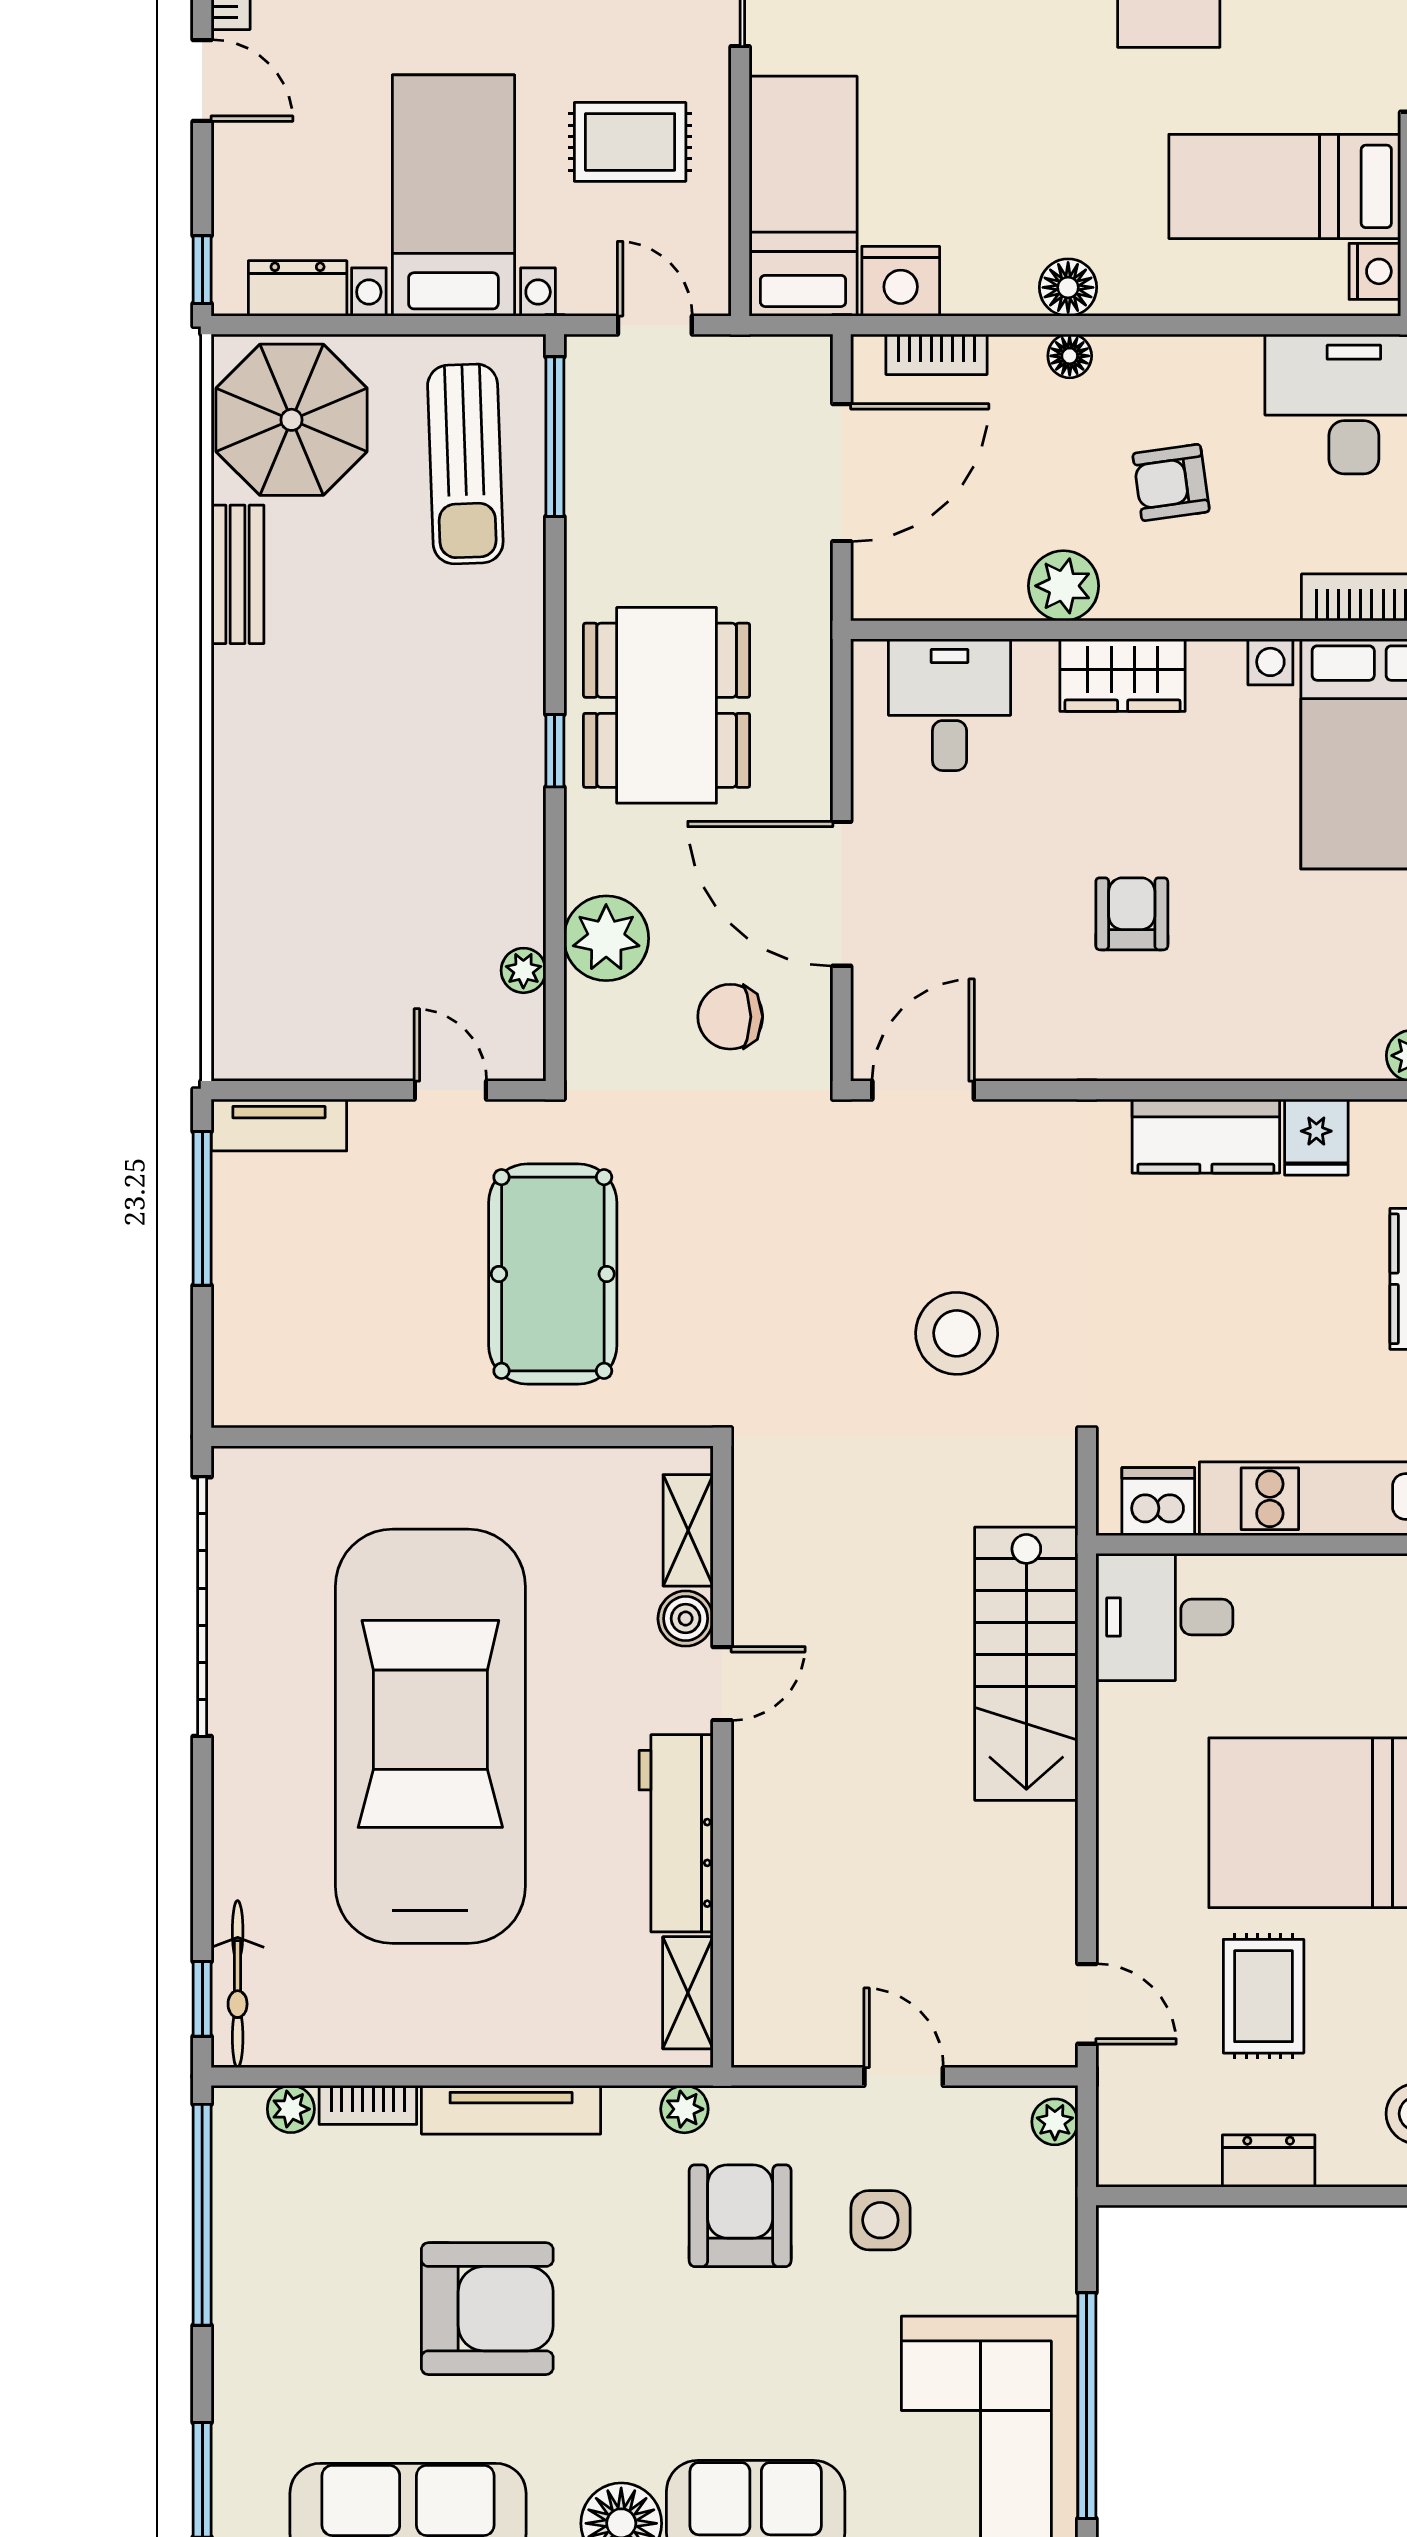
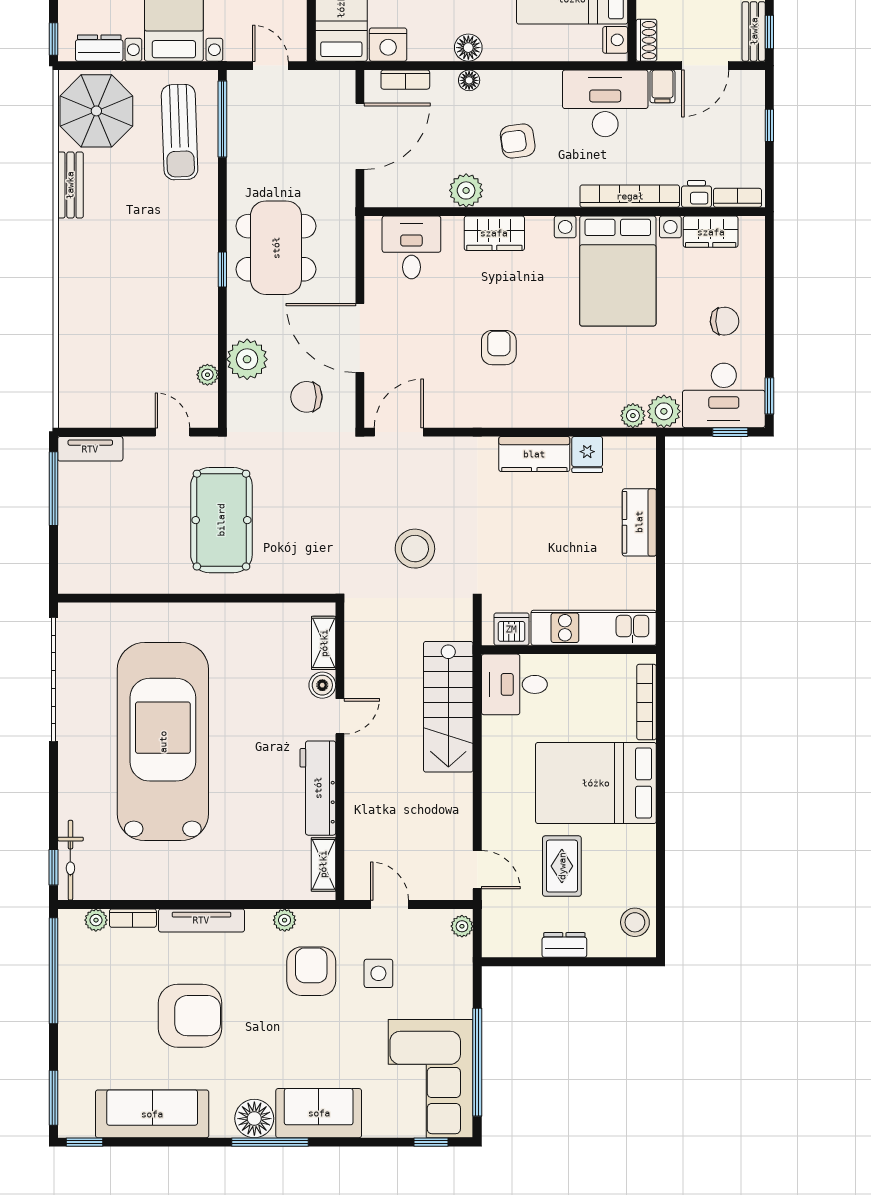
shelving: (688, 1530) -> (324, 643), moved
boiler: (686, 1619) -> (322, 685), moved
door: (722, 1684) -> (340, 716), moved
wall: (722, 1757) -> (340, 751), moved
workbench: (676, 1833) -> (318, 788), moved
shelving: (688, 1993) -> (323, 864), moved

